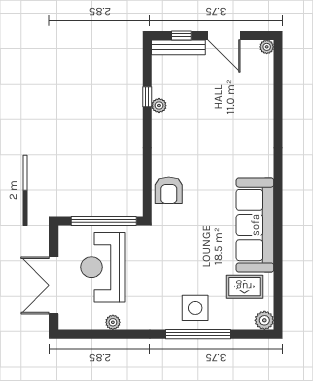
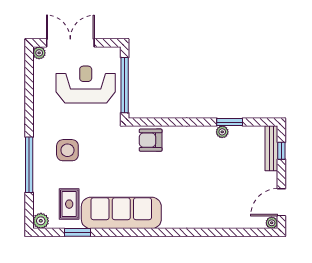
door: (224, 35) -> (281, 202), moved
window: (147, 97) -> (230, 122), width x1.50
window: (278, 277) -> (77, 232), added
side table: (195, 308) -> (67, 150), moved
plant: (113, 322) -> (39, 53), moved

